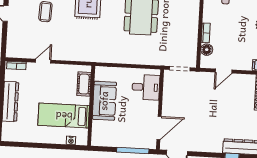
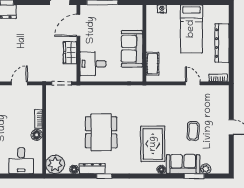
floor lamp: (207, 50) -> (37, 135), moved
door: (43, 61) -> (193, 83), swing flipped
wardrobe: (169, 100) -> (70, 53), added
bed: (64, 116) -> (191, 29), moved, turned 90

